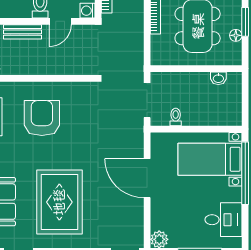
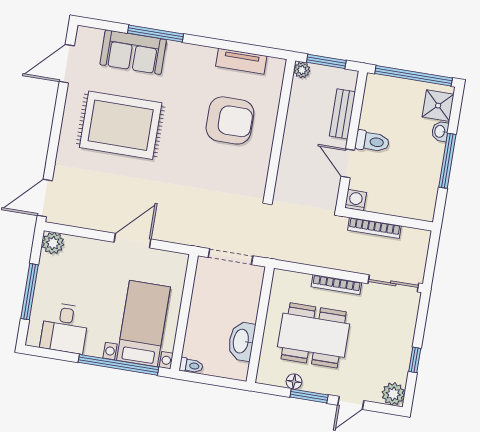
washbasin: (218, 78) -> (242, 341), width x1.91, depth x1.45
toilet: (176, 117) -> (191, 366), moved
door: (147, 178) -> (132, 241), width x0.73

